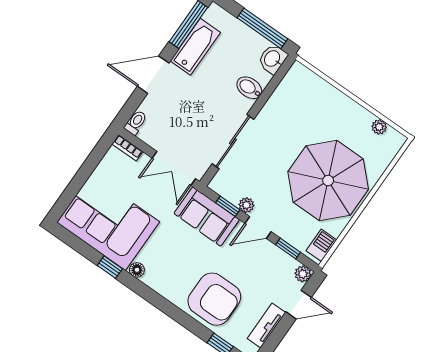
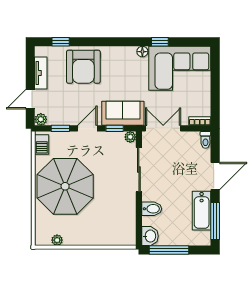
plant: (246, 205) -> (130, 137), moved
armchair: (214, 299) -> (83, 67), turned -90

